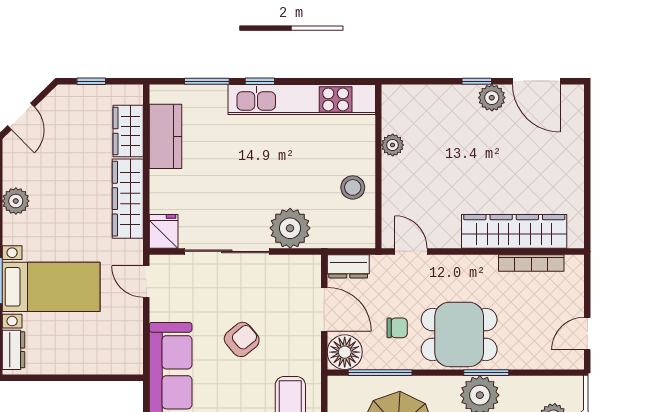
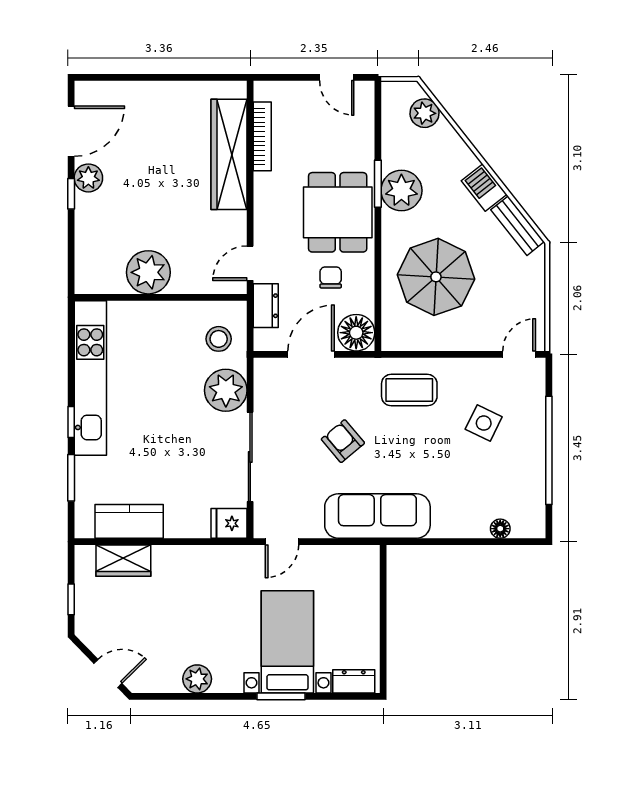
plant: (393, 145) -> (148, 272), width x1.87, depth x1.87
stool: (353, 187) -> (219, 339), moved
wardrobe: (128, 199) -> (195, 561), removed
dresser: (348, 266) -> (266, 306), moved
window: (380, 373) -> (378, 295), removed

